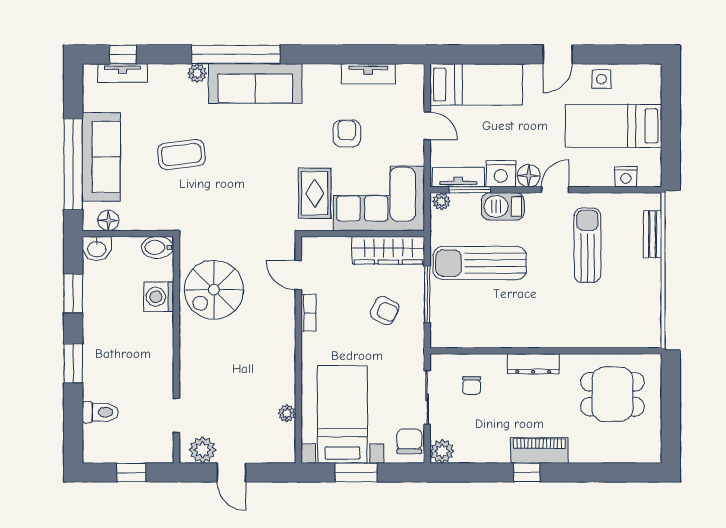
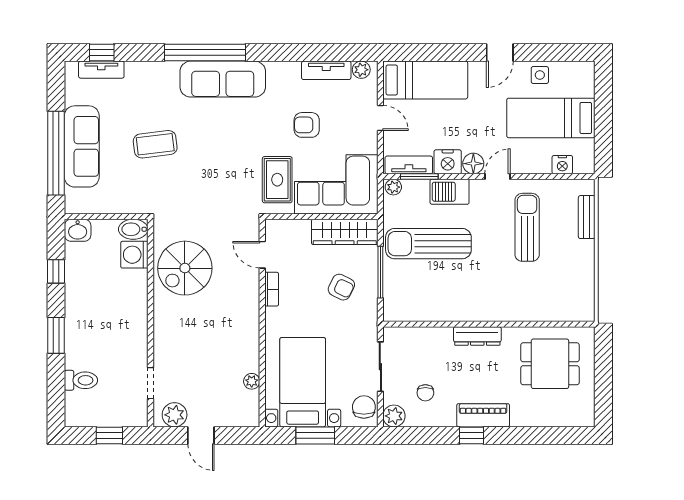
plant: (197, 73) -> (361, 70), moved
armchair: (347, 133) -> (307, 125), turned -90
floor lamp: (108, 220) -> (88, 205), removed
window: (73, 293) -> (56, 271), width x0.67
washing machine: (159, 297) -> (134, 255), moved
chair: (472, 385) -> (425, 393), moved

